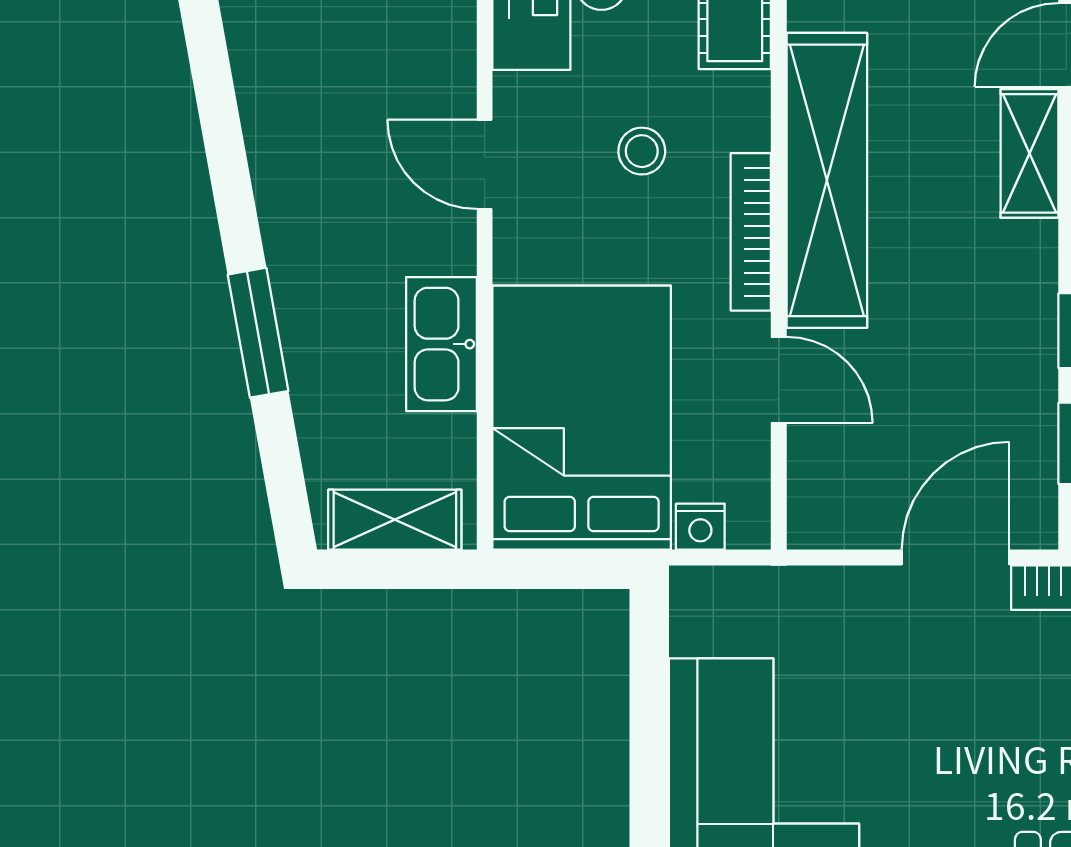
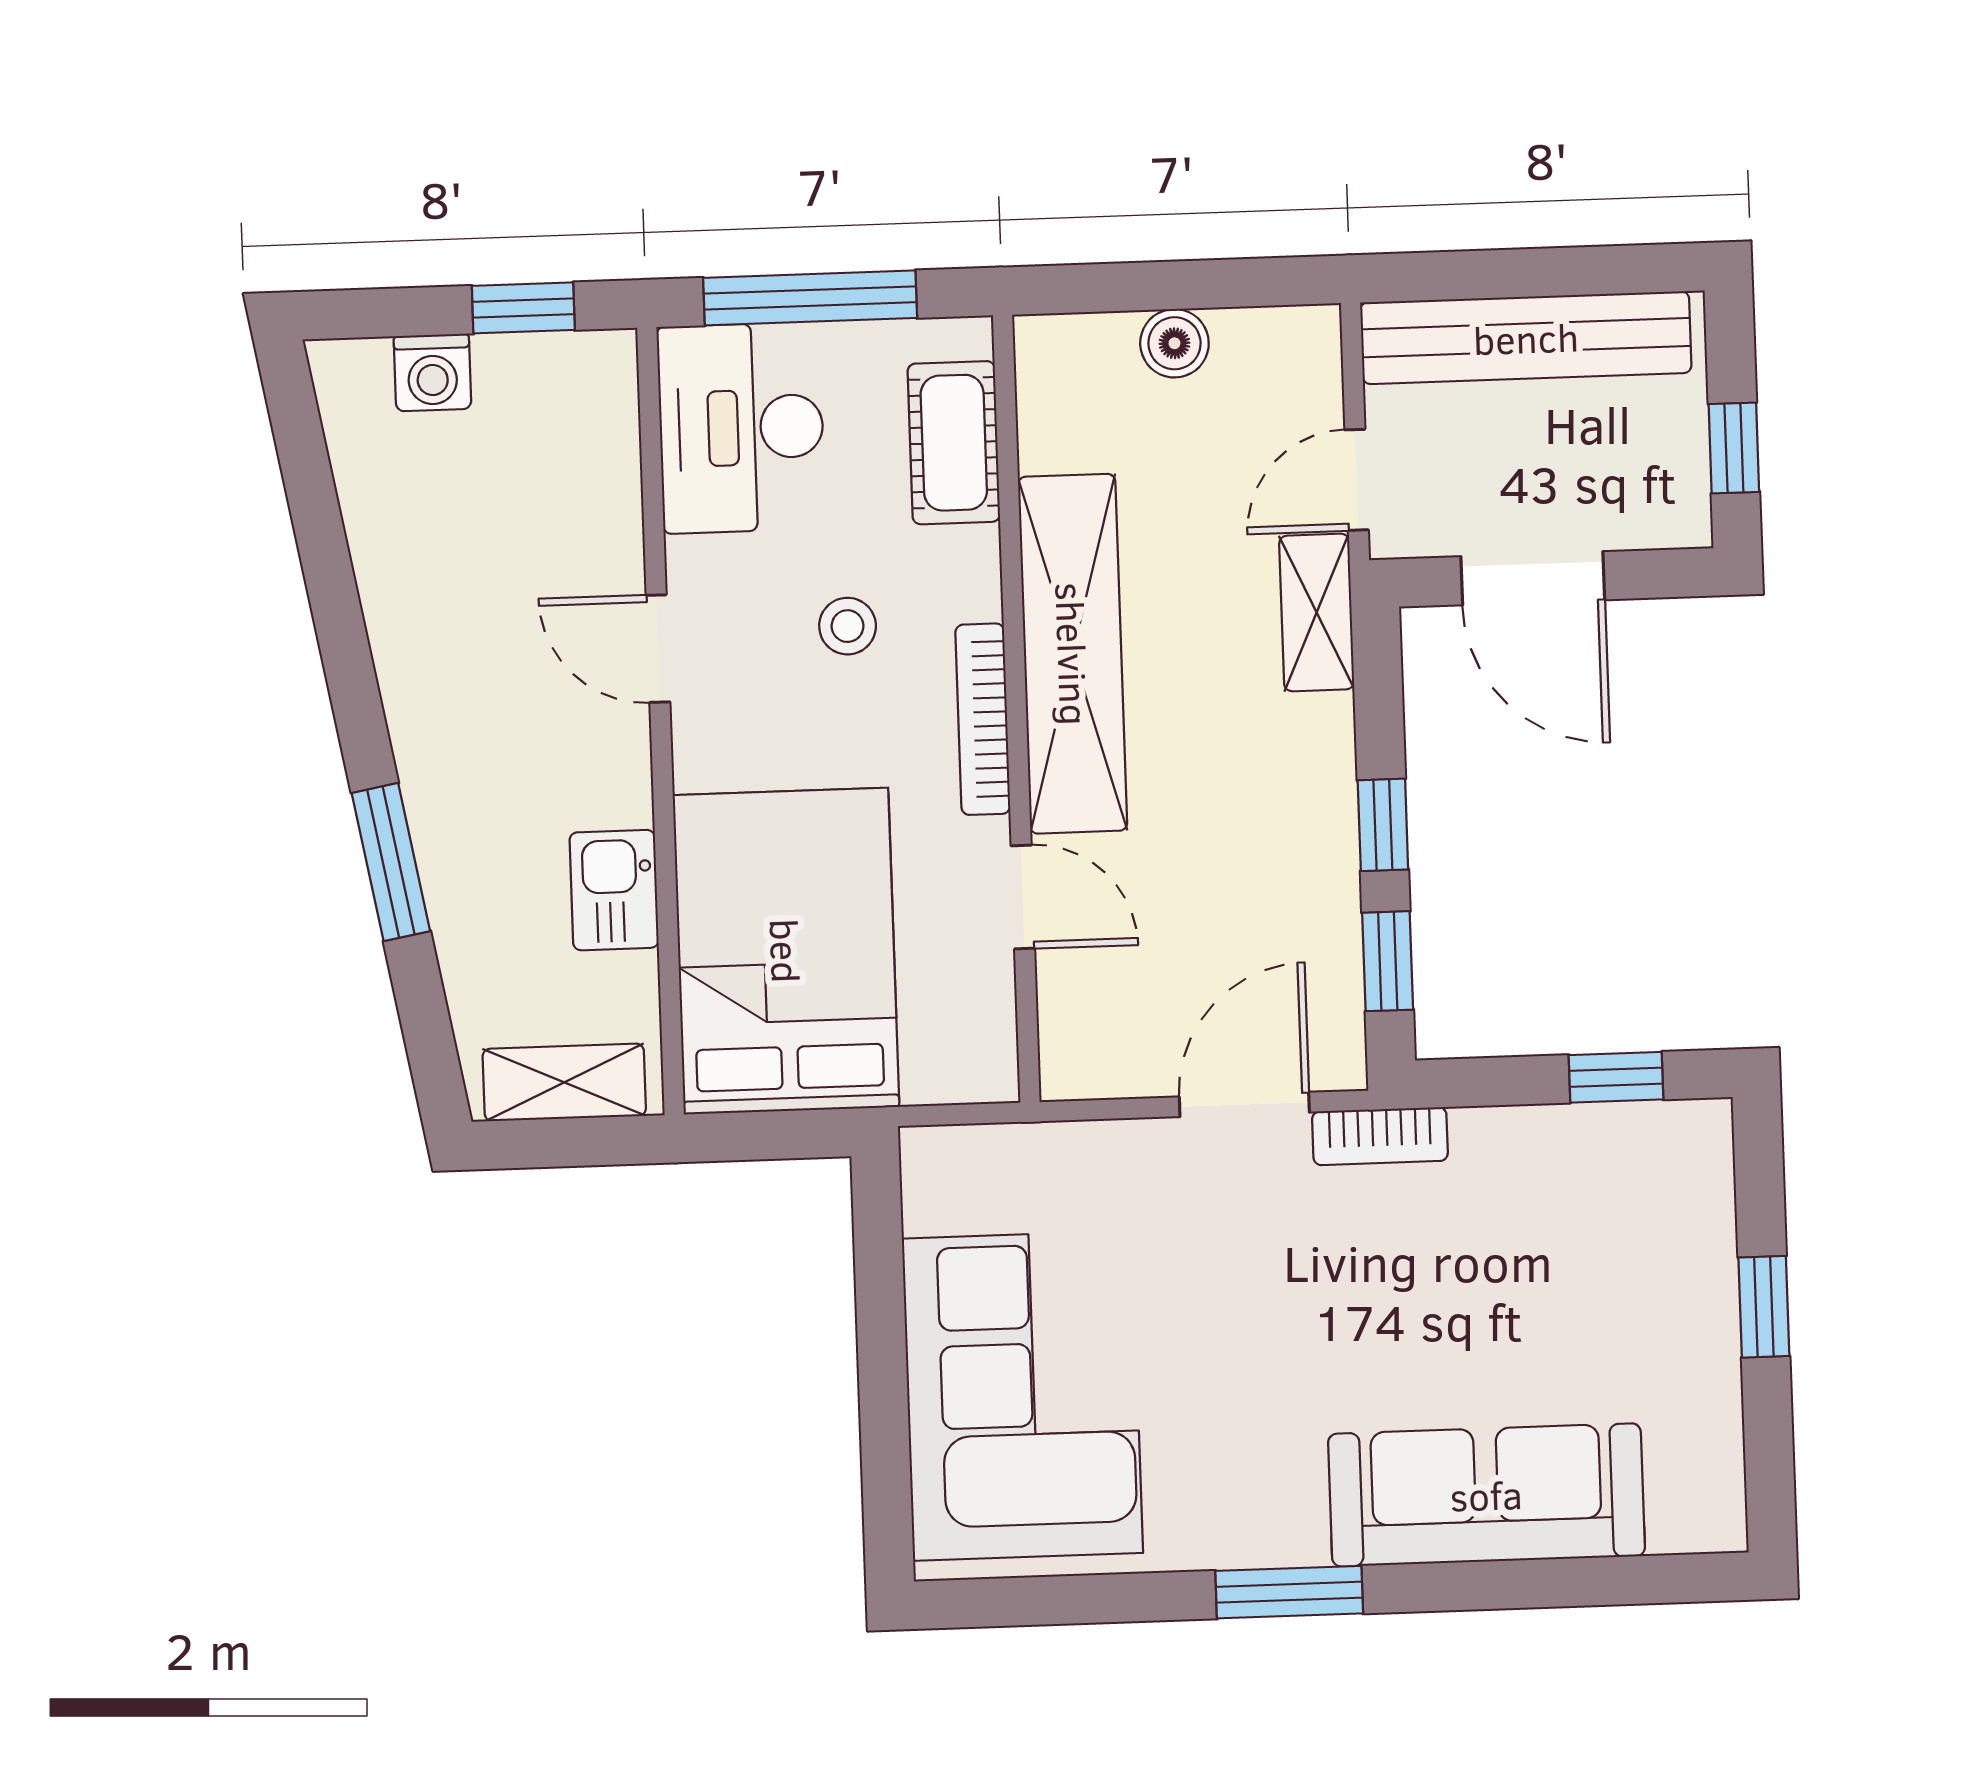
kitchen sink: (441, 344) -> (614, 890), width x0.73
nightstand: (700, 527) -> (934, 1078), removed

